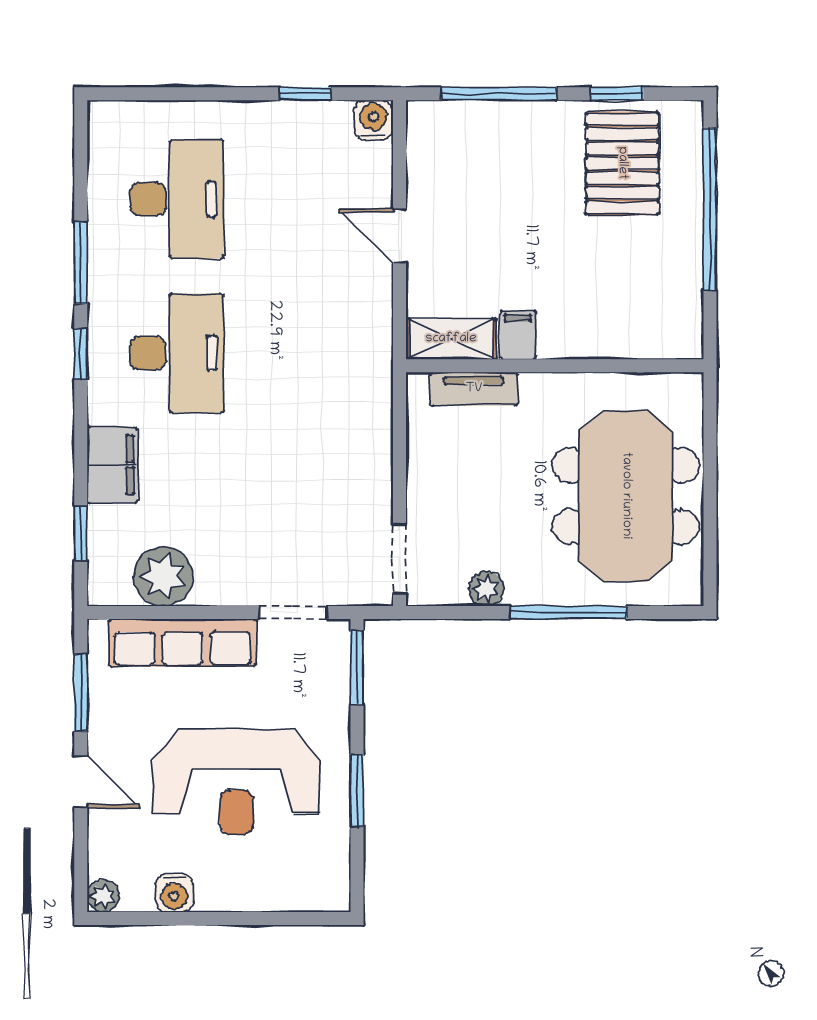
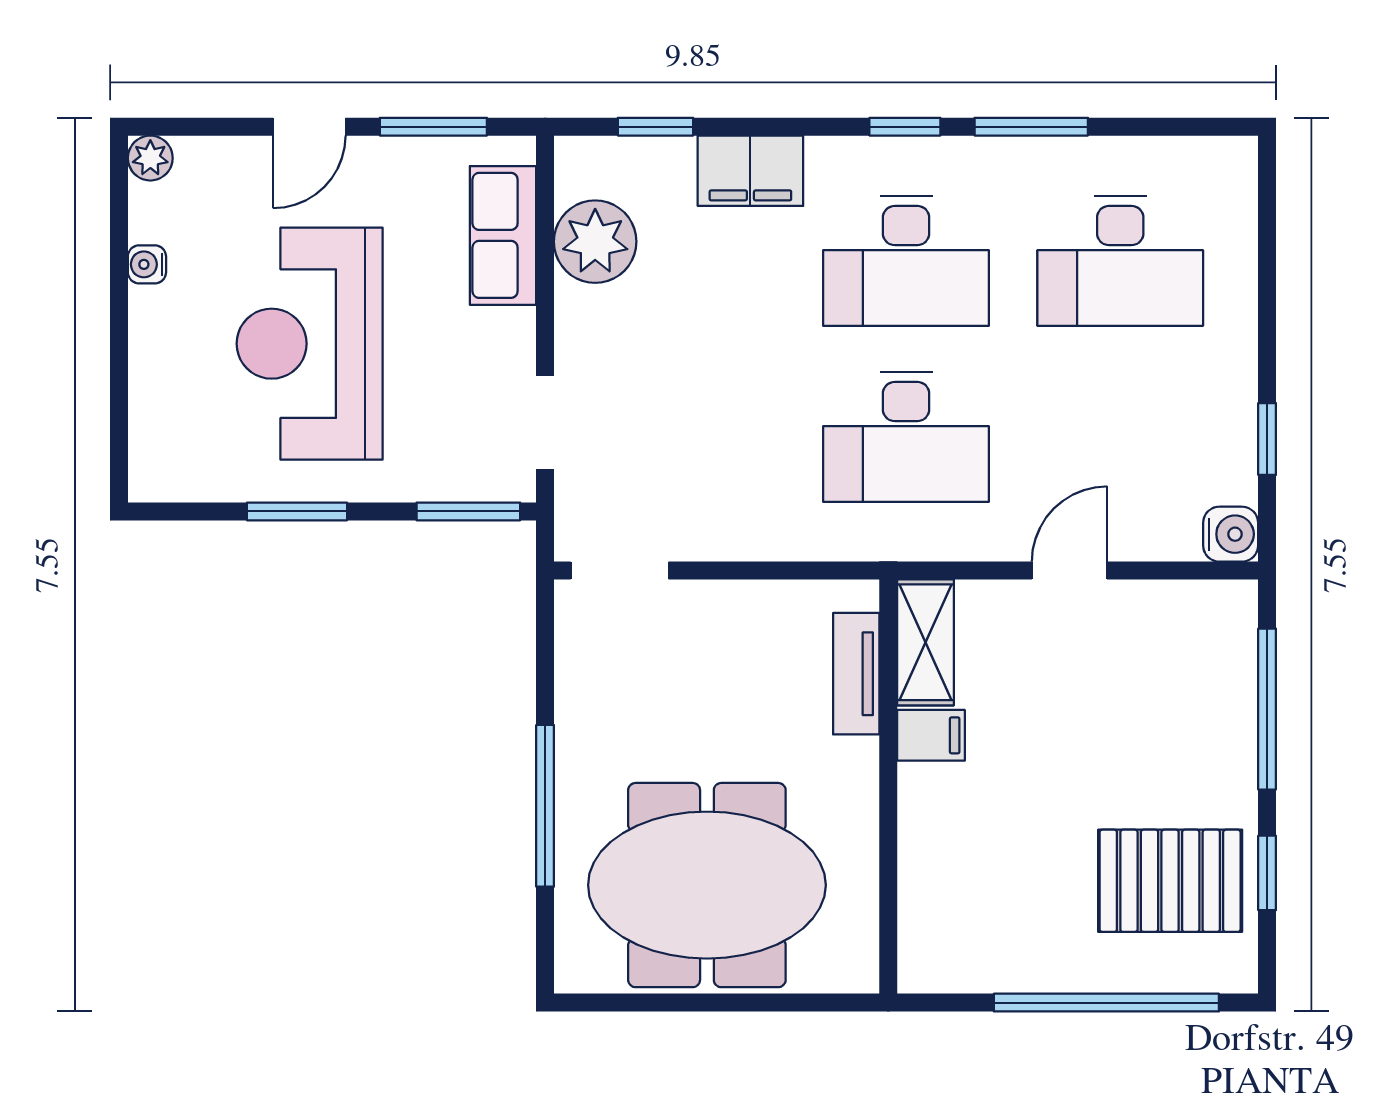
desk: (303, 353) -> (906, 437), added
plant: (486, 589) -> (578, 691), removed
row of seats: (183, 643) -> (503, 235), width x0.68
water cooler: (174, 893) -> (147, 264), width x0.72, depth x0.72

